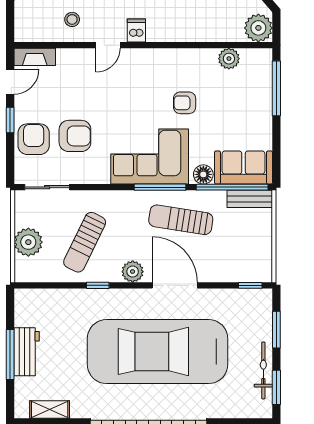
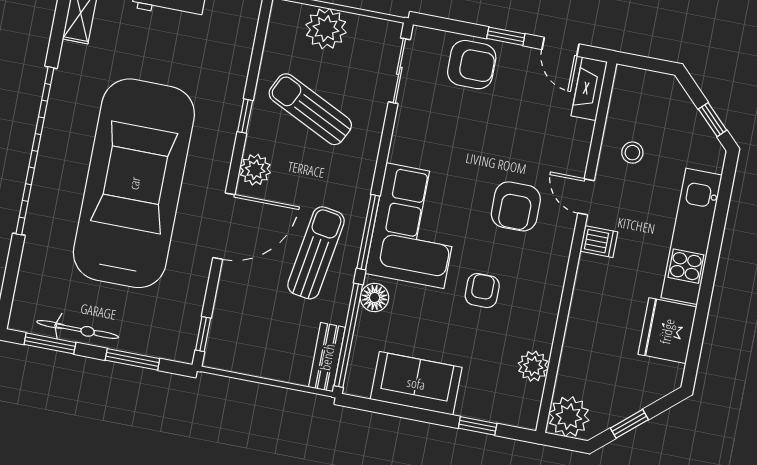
window: (276, 88) -> (478, 426), width x0.46
armchair: (75, 136) -> (516, 206), moved
sofa: (244, 167) -> (416, 383), moved, turned -90

